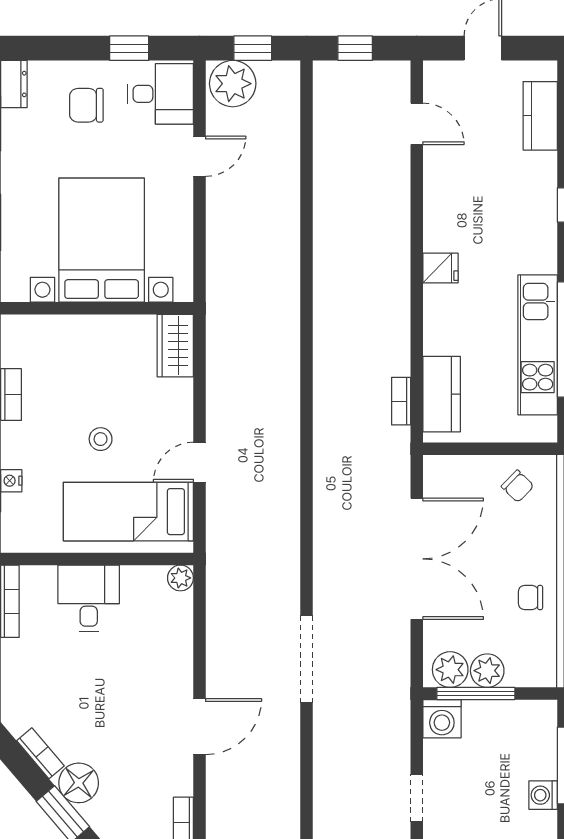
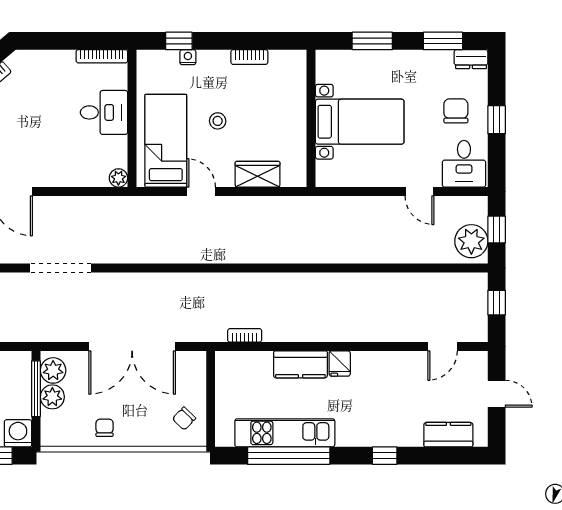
window: (129, 48) -> (497, 120), moved
plant: (233, 84) -> (471, 241), moved
bed with nightstands: (102, 240) -> (360, 122), width x0.73
wardrobe: (175, 346) -> (258, 174), moved
kitchen counter: (442, 394) -> (300, 364), moved
washing machine: (442, 719) -> (18, 433), moved, turned 90

